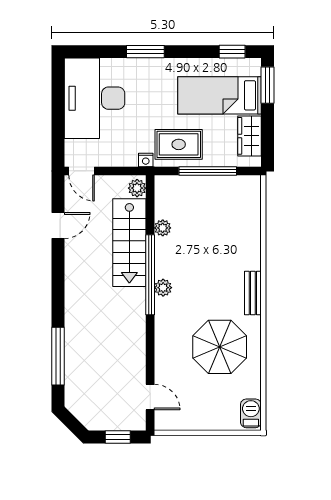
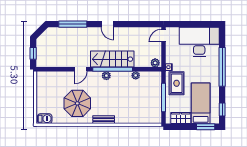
window: (145, 52) -> (222, 67), width x2.11
door: (58, 226) -> (107, 24), moved
stairs: (129, 243) -> (112, 59), moved
door: (150, 397) -> (81, 69), moved

